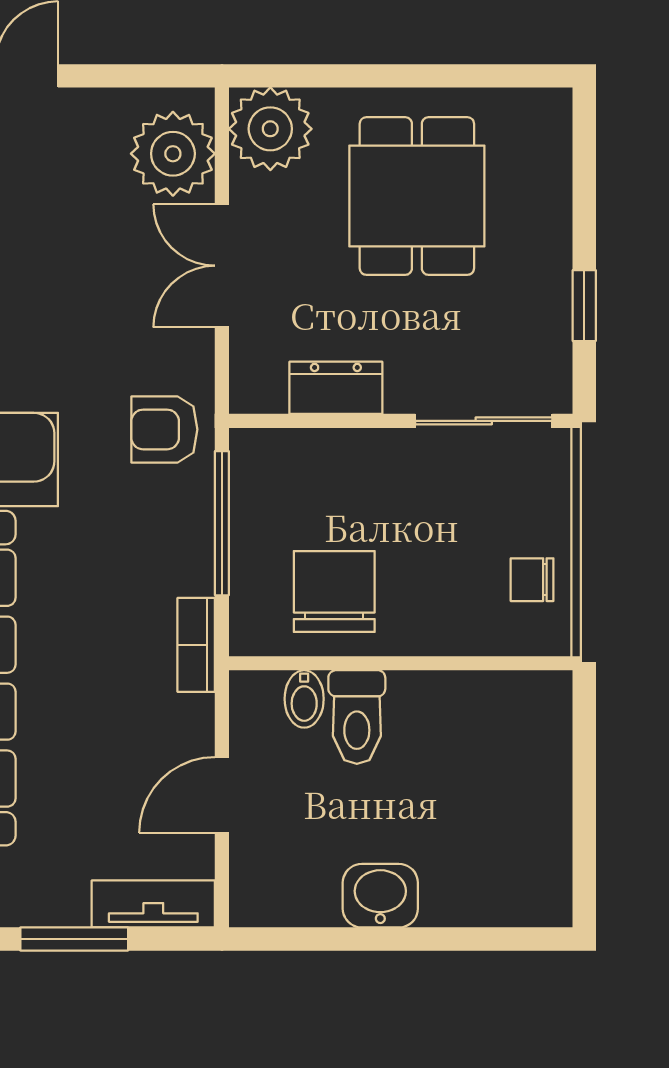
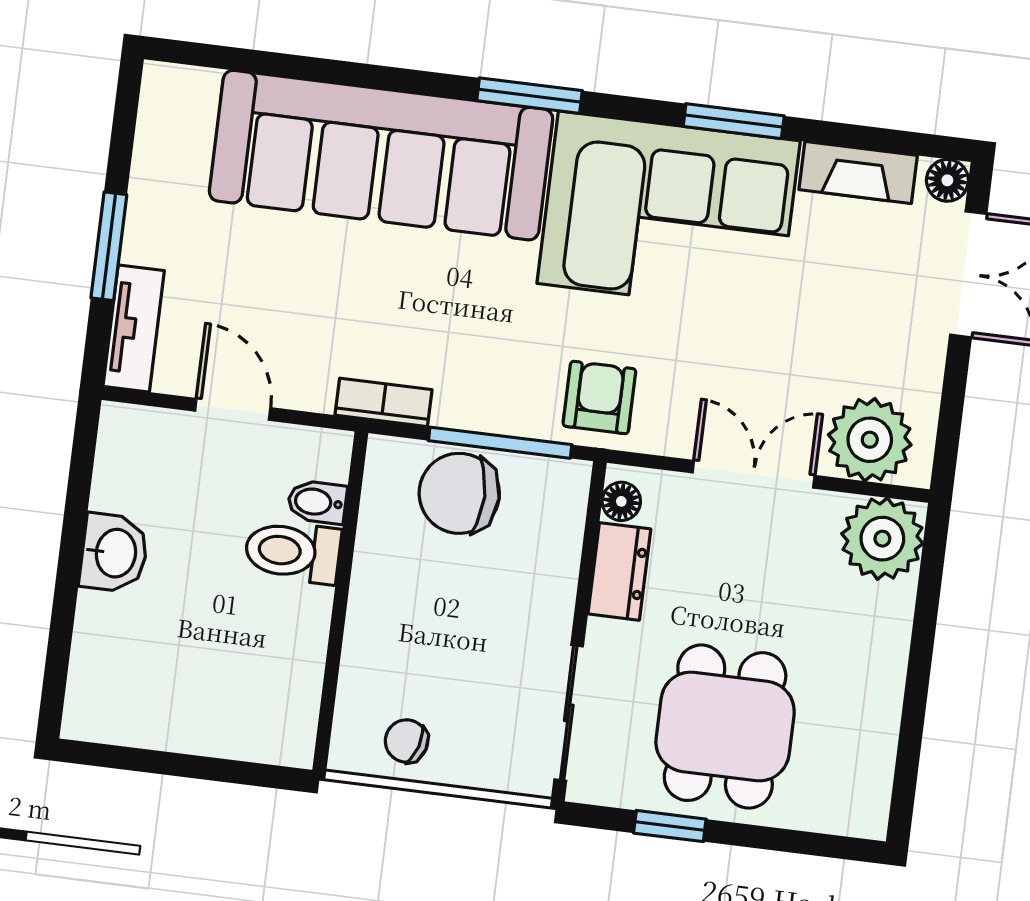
dining table: (417, 196) -> (725, 727), moved, turned 90
floor lamp: (266, 395) -> (621, 501), added
chair: (532, 580) -> (406, 741), turned -73
chair: (334, 592) -> (459, 493), moved, turned 180

